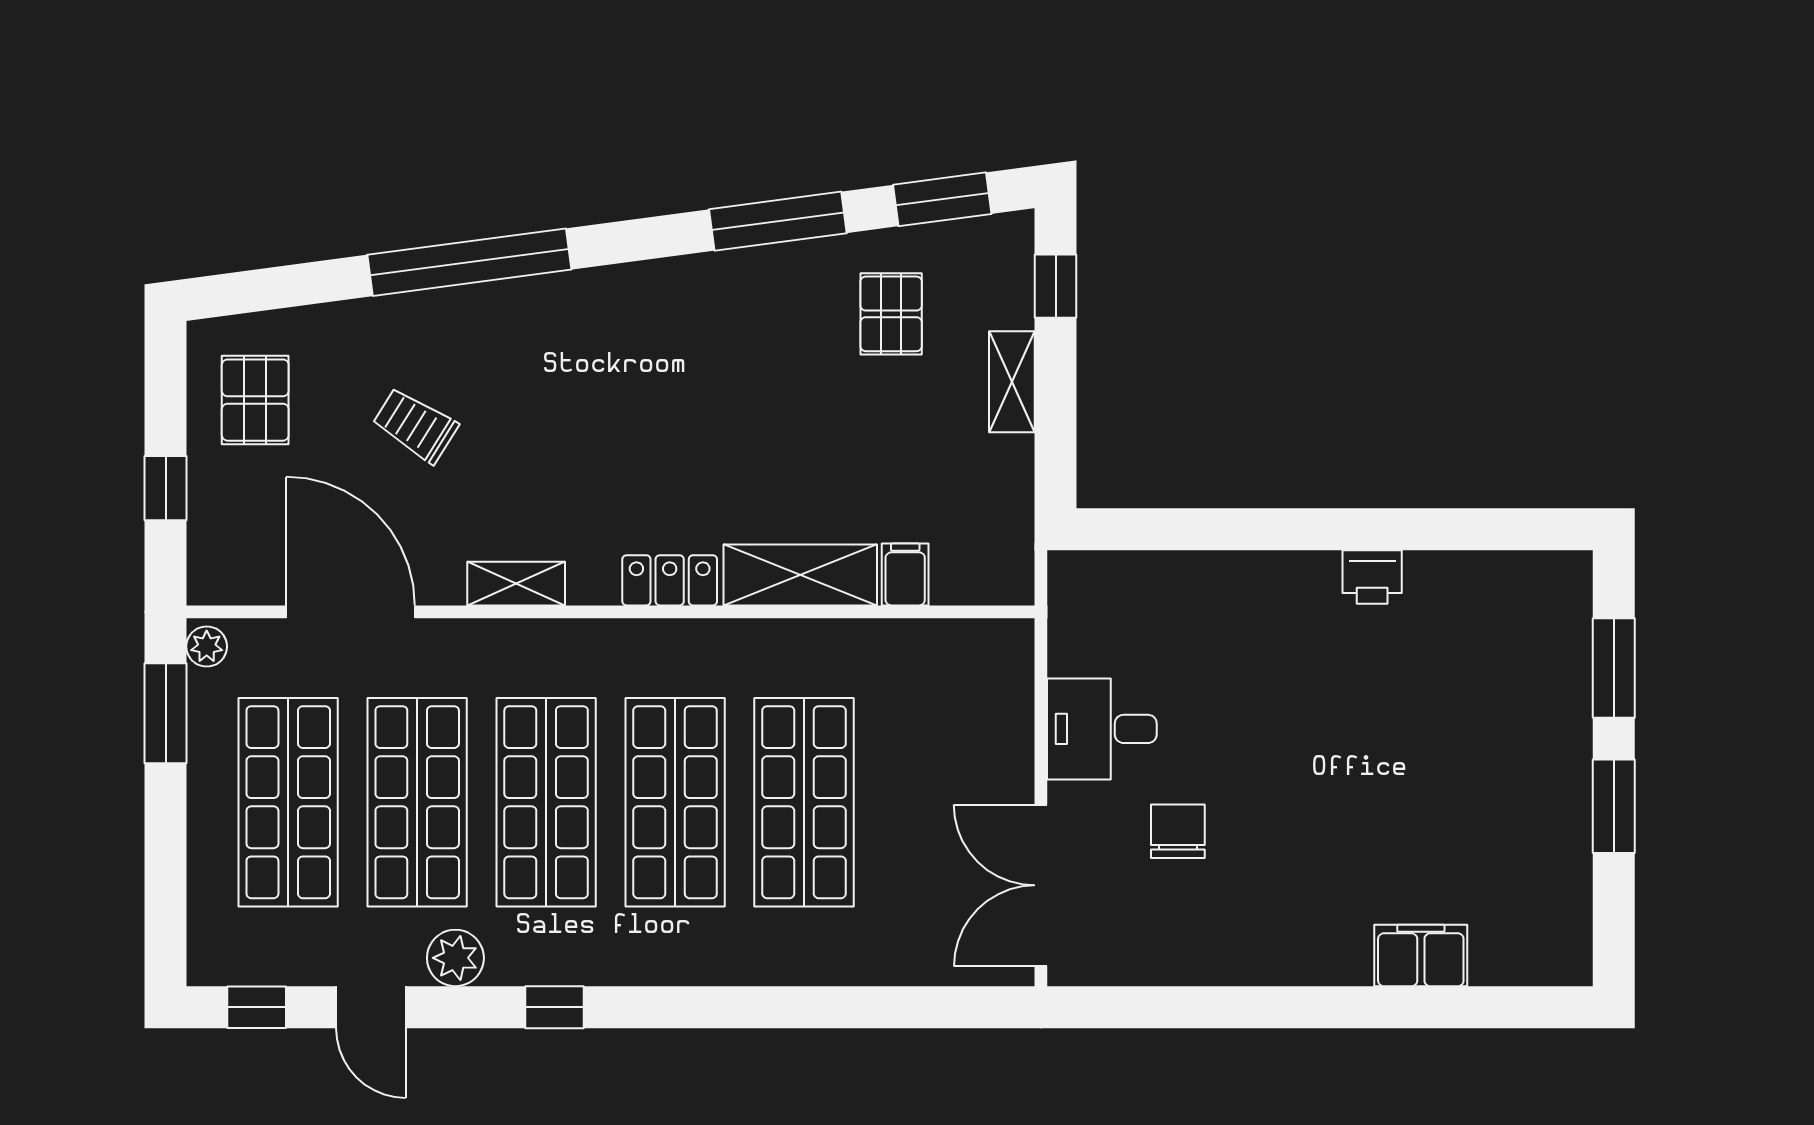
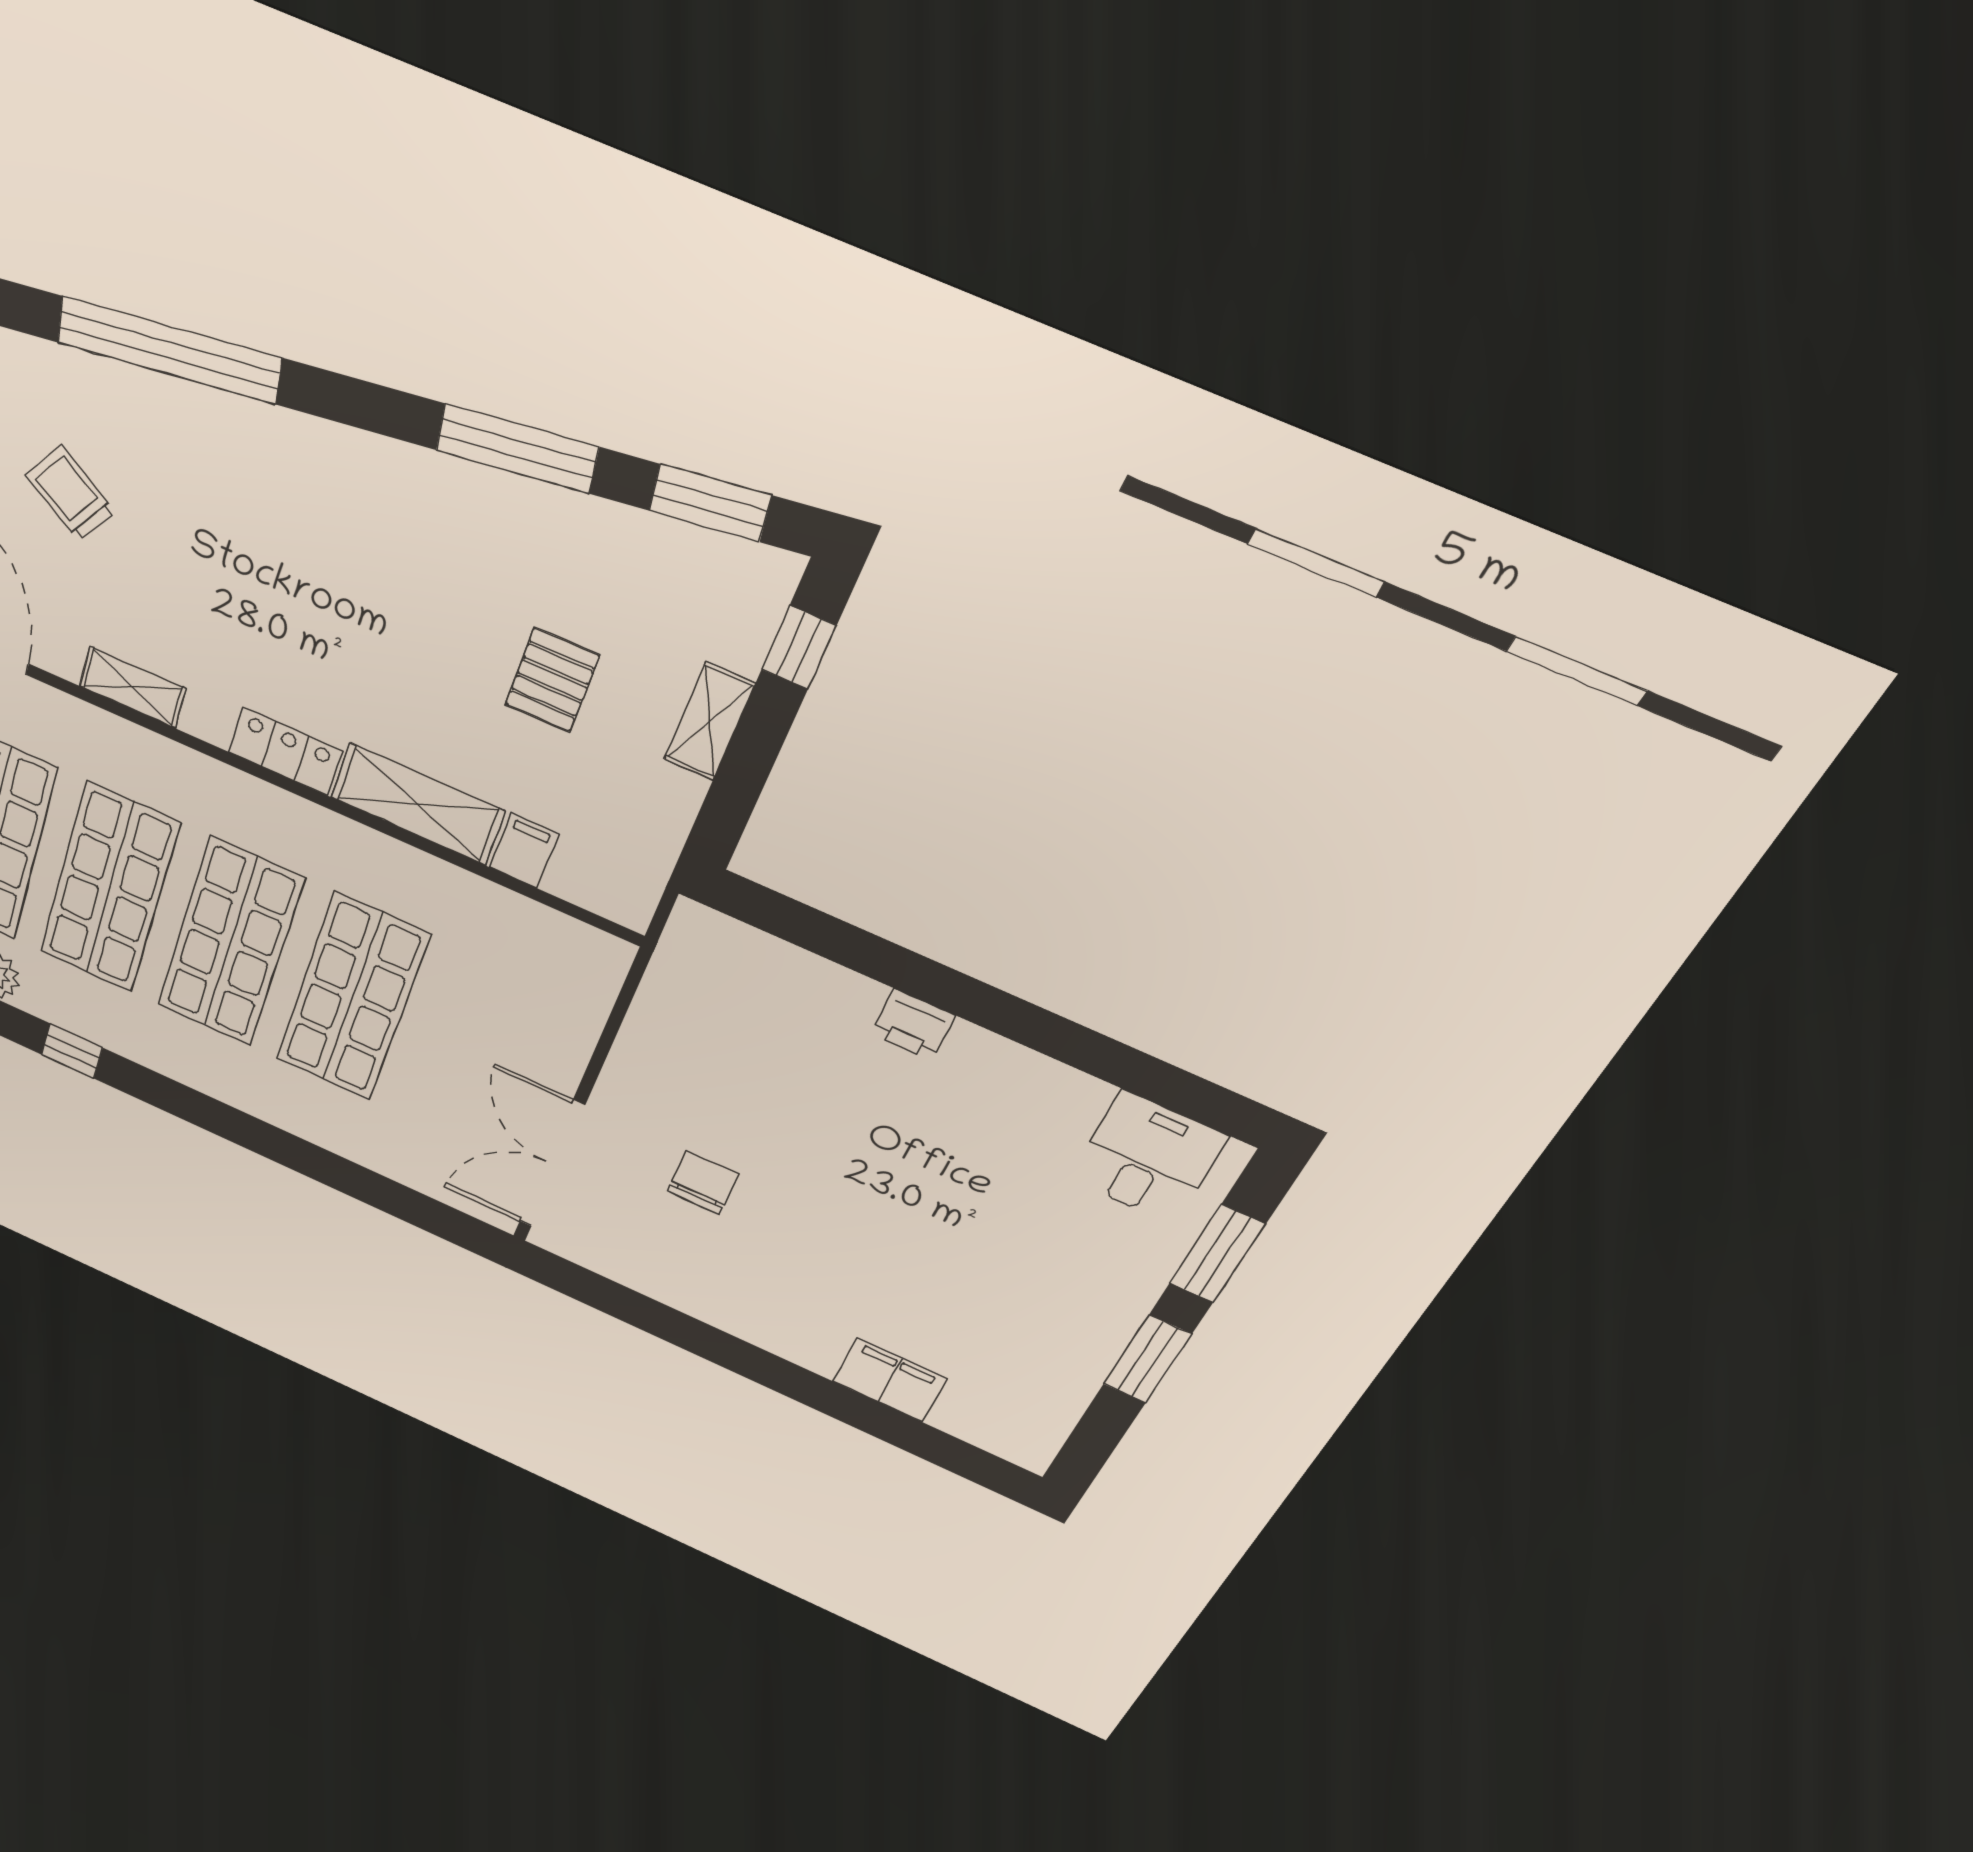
pallet: (891, 314) -> (552, 680), moved
printer: (1372, 577) -> (913, 1025), moved
desk: (1102, 729) -> (1148, 1158), moved, turned 90

